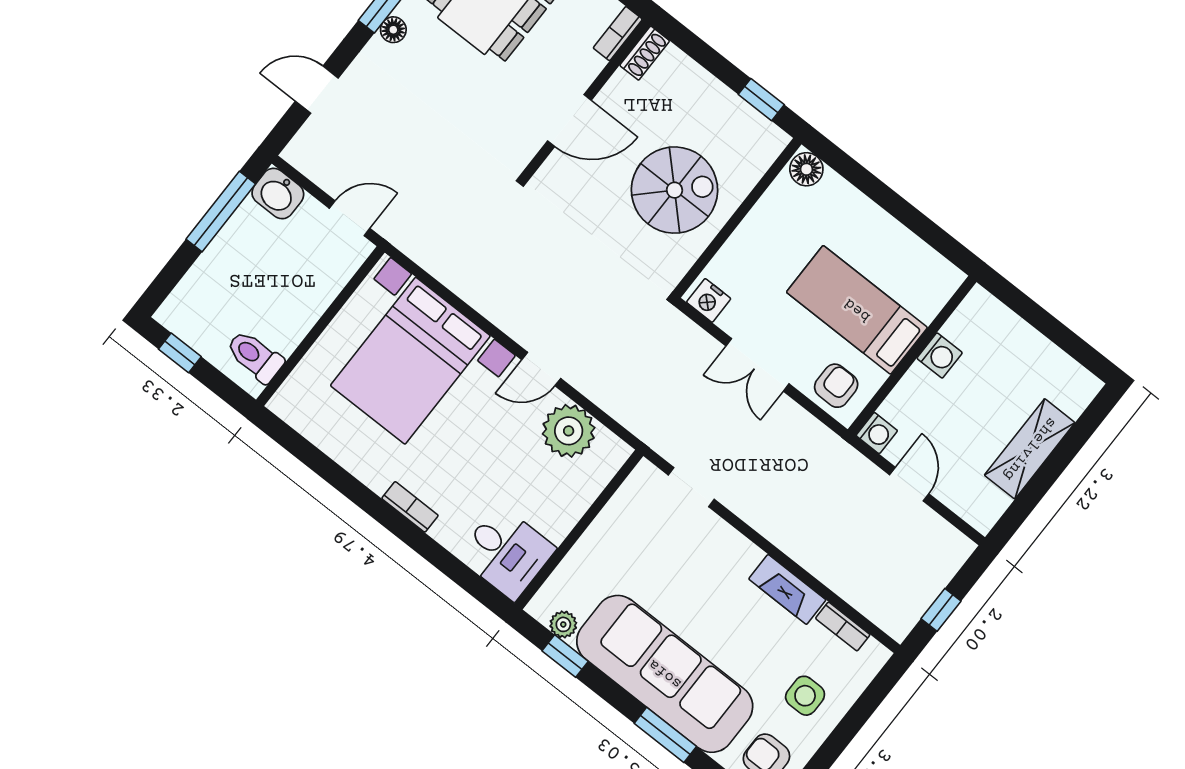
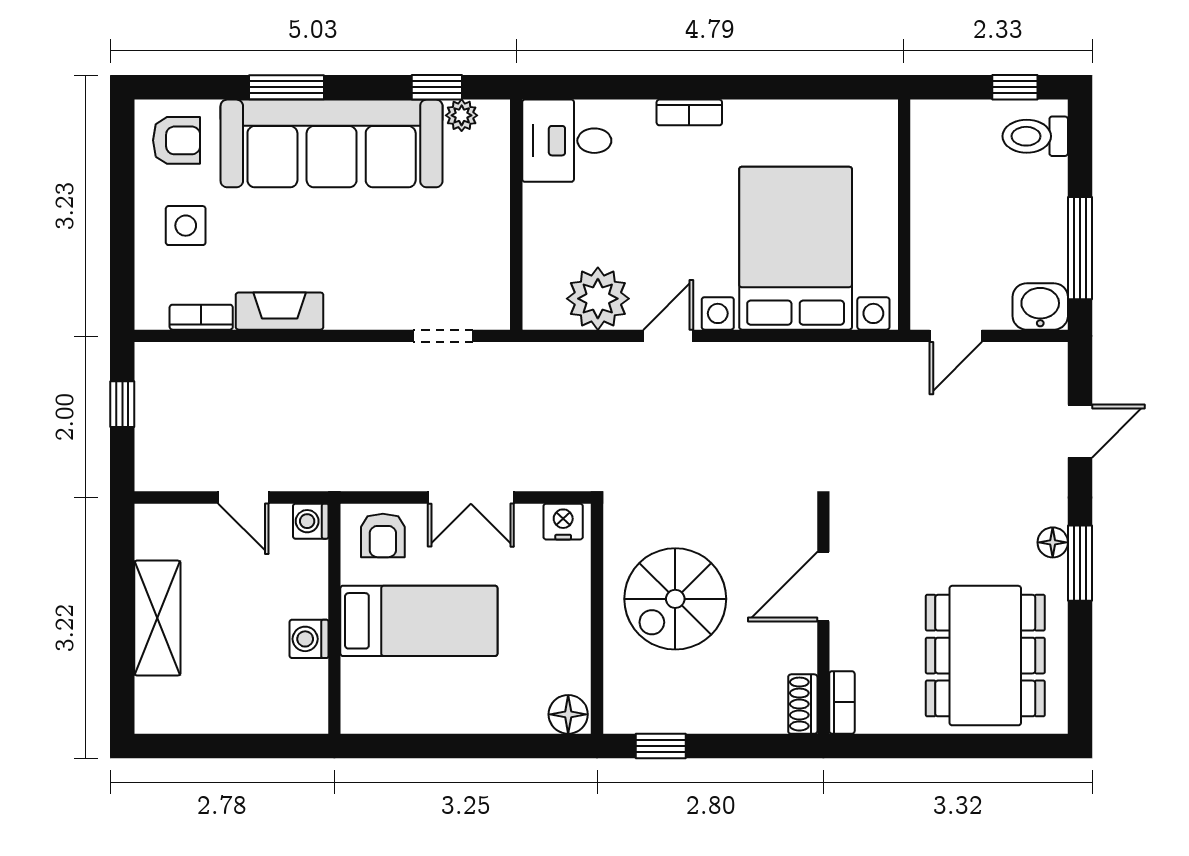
toilet: (255, 356) -> (1035, 136), moved, turned 180
double door: (758, 365) -> (471, 497), swing flipped

